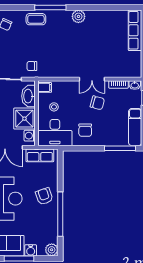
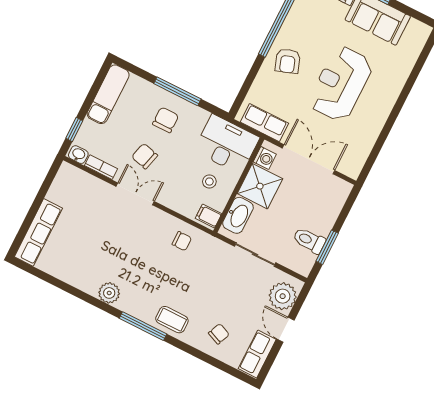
chair: (32, 66) -> (182, 241), moved
chair: (85, 130) -> (166, 120), moved
window: (120, 148) -> (177, 91), moved

